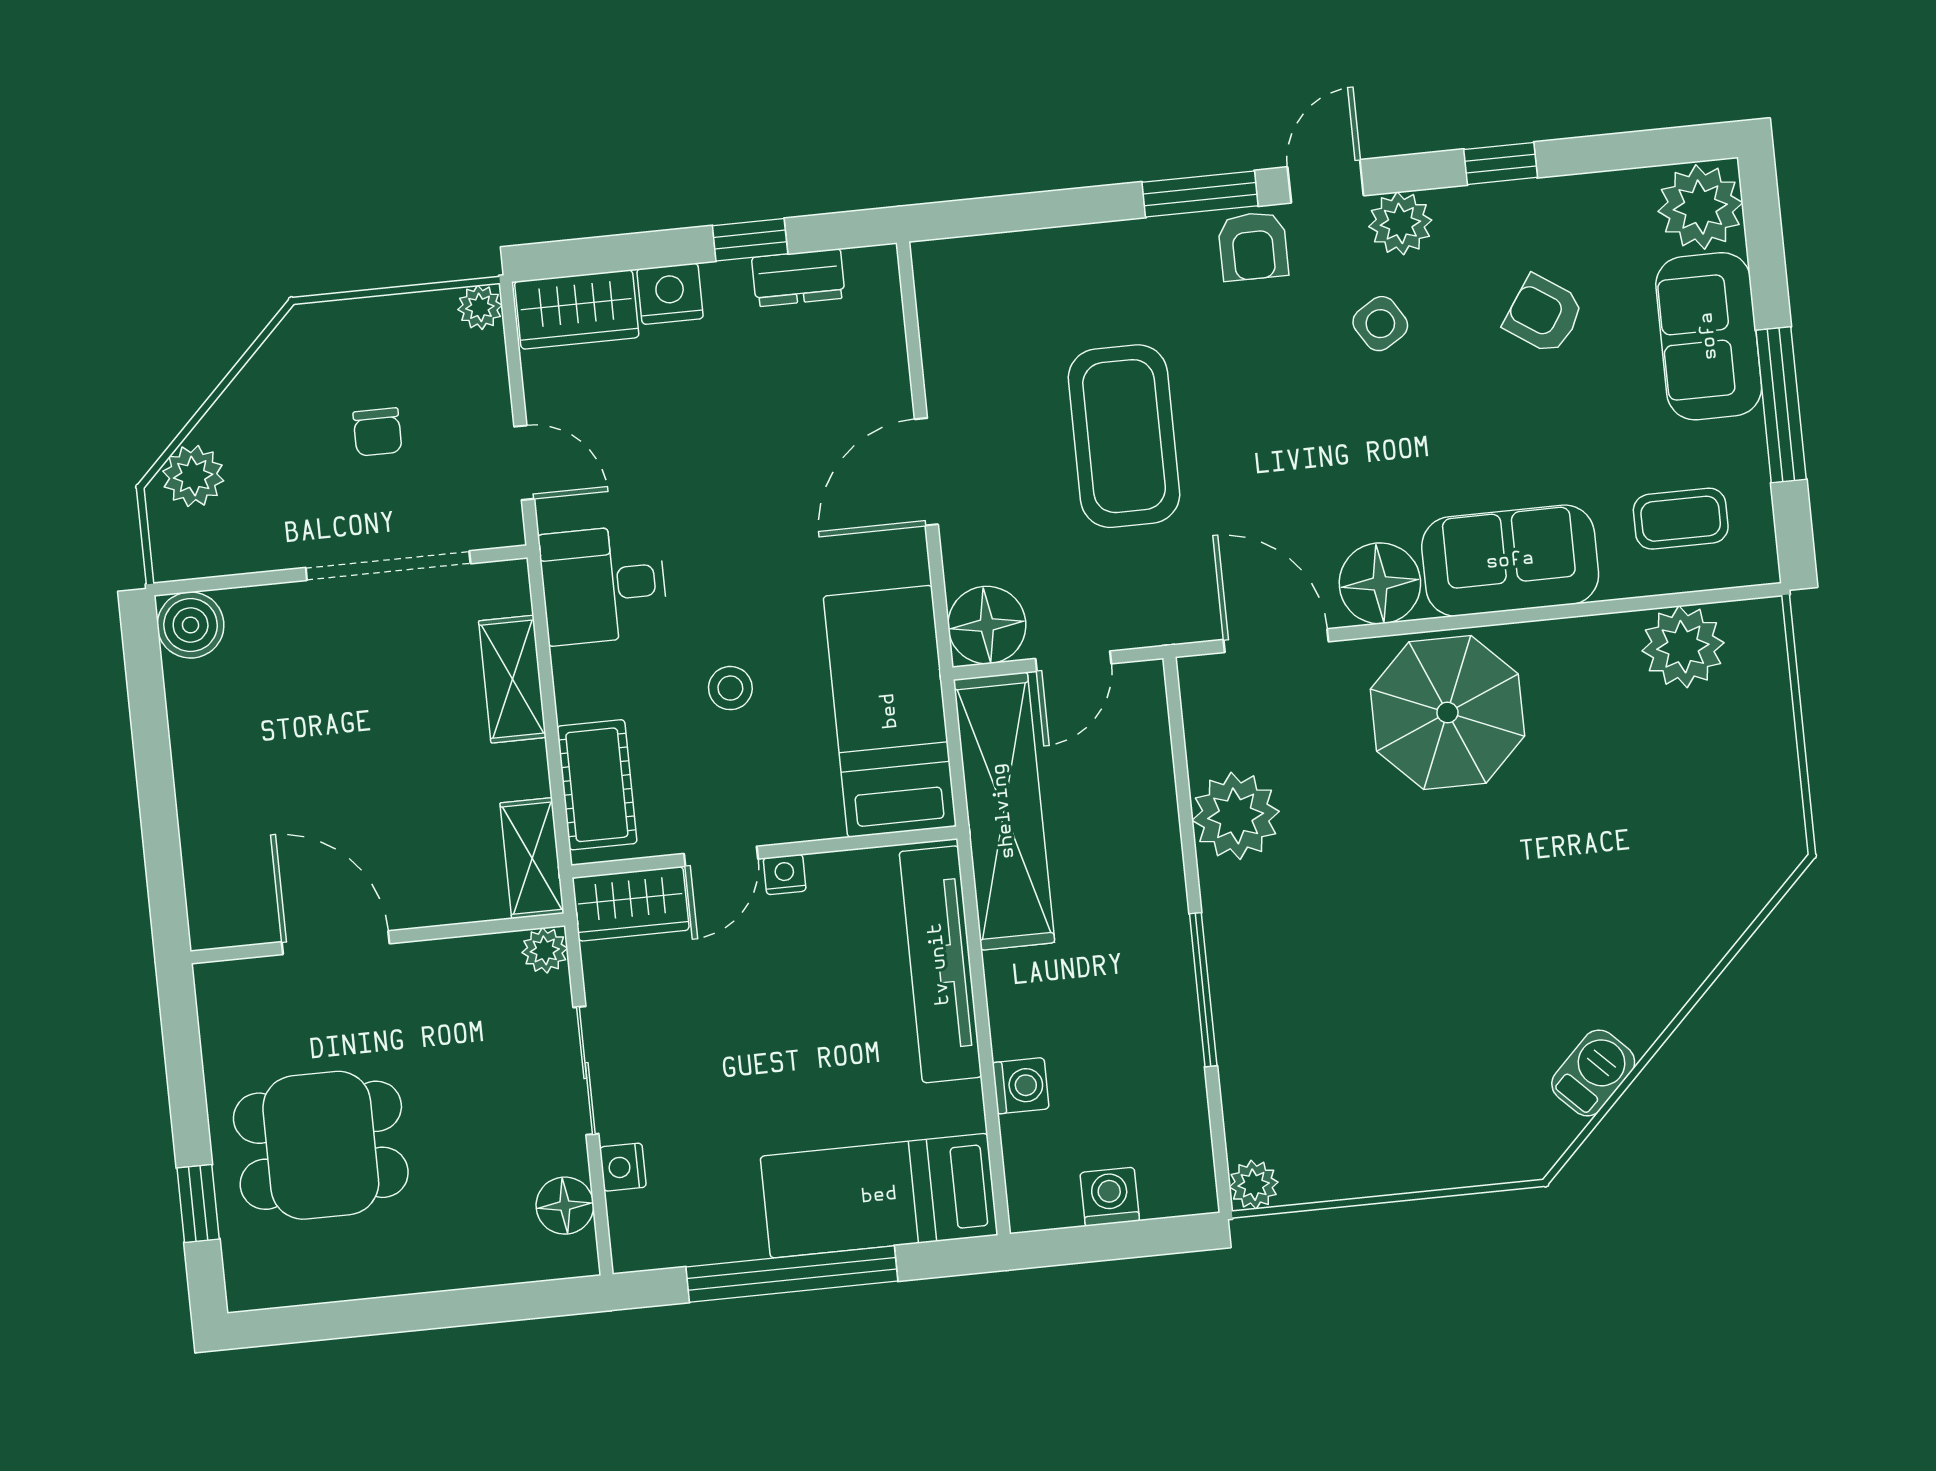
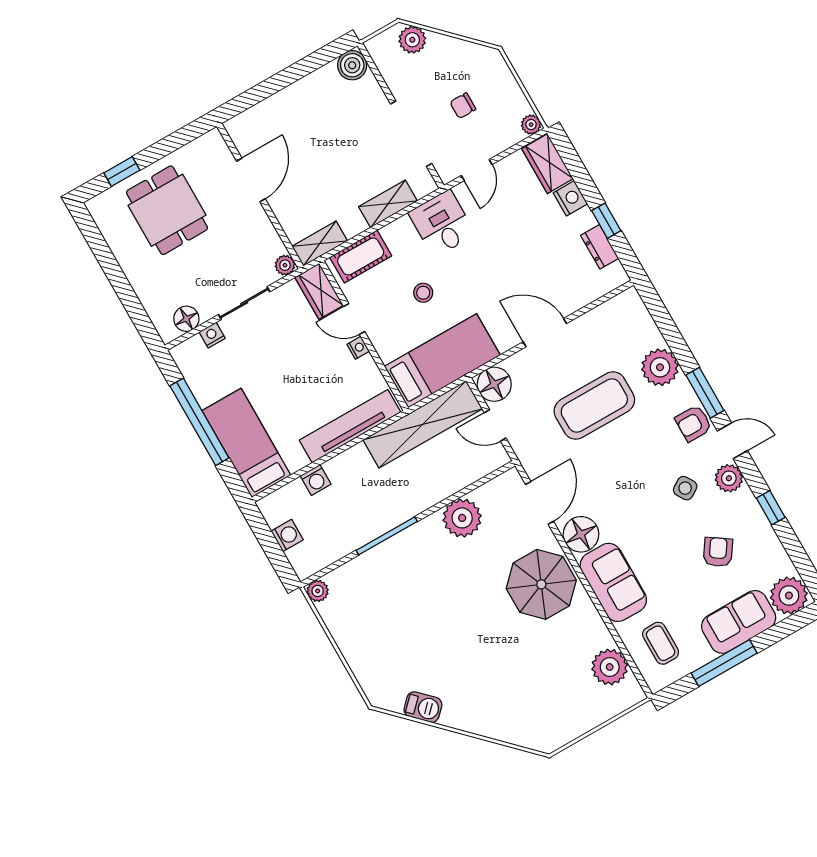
plant: (1105, 264) -> (660, 367), added

